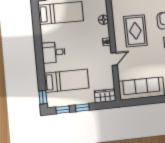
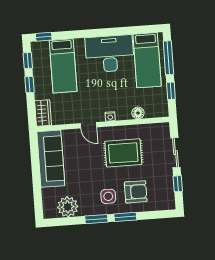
desk: (53, 52) -> (110, 54), width x1.87, depth x1.30

